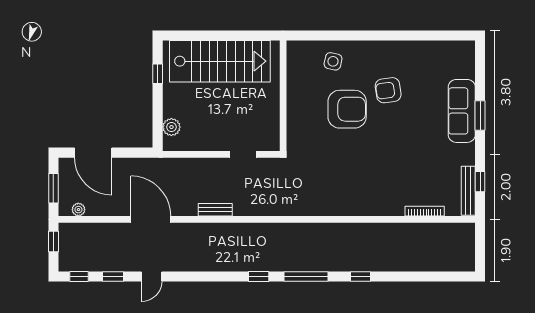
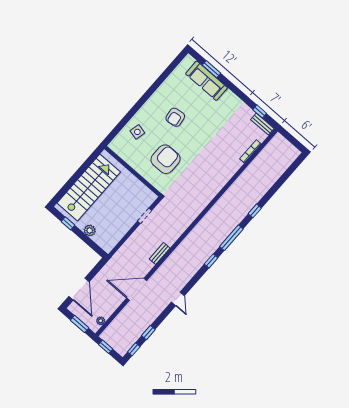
armchair: (347, 109) -> (165, 159), moved
sofa: (462, 111) -> (207, 81), moved
window: (480, 115) -> (211, 69), moved
plant: (171, 127) -> (90, 230), moved
door: (93, 153) -> (79, 289), hinge flipped
bench: (468, 191) -> (262, 124), width x0.73
door: (152, 276) -> (178, 299), moved

